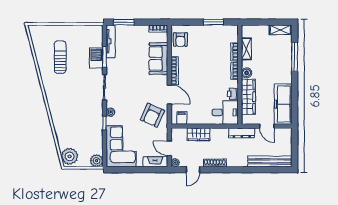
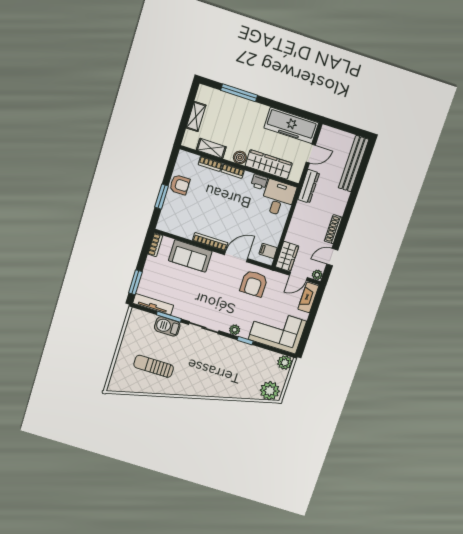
window: (213, 22) -> (162, 197), moved
shelving: (280, 30) -> (196, 117), moved
armchair: (180, 40) -> (180, 185), moved
armchair: (152, 115) -> (254, 284), turned 66
wardrobe: (199, 134) -> (287, 256), moved
door: (193, 170) -> (332, 257), swing flipped

